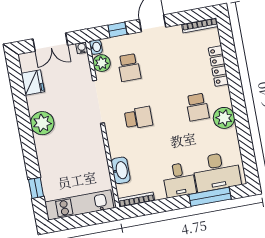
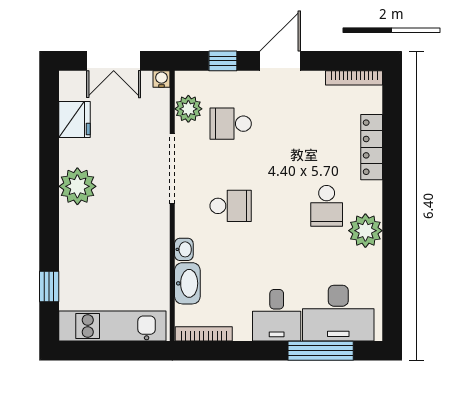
washbasin: (96, 47) -> (184, 249), moved
school desk: (129, 67) -> (231, 124), turned 90

